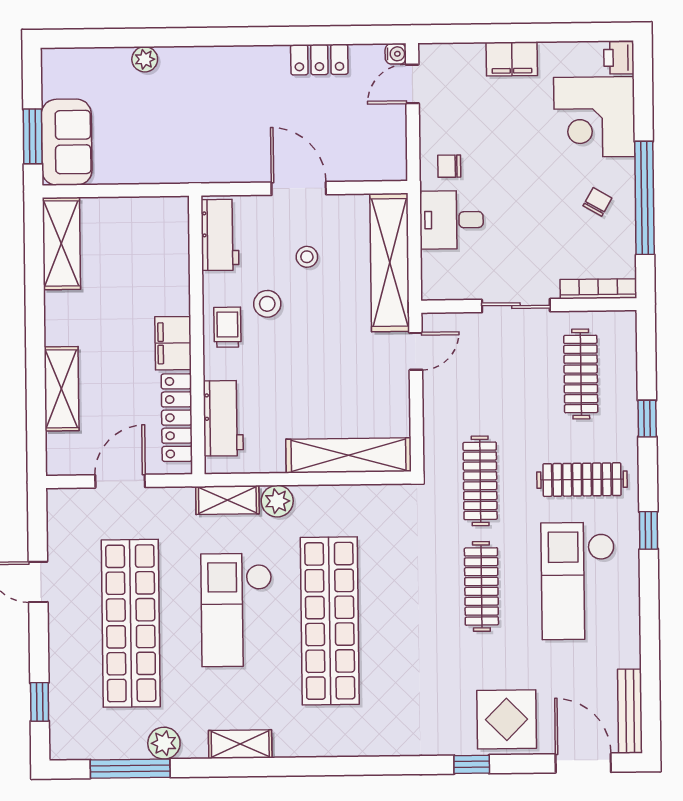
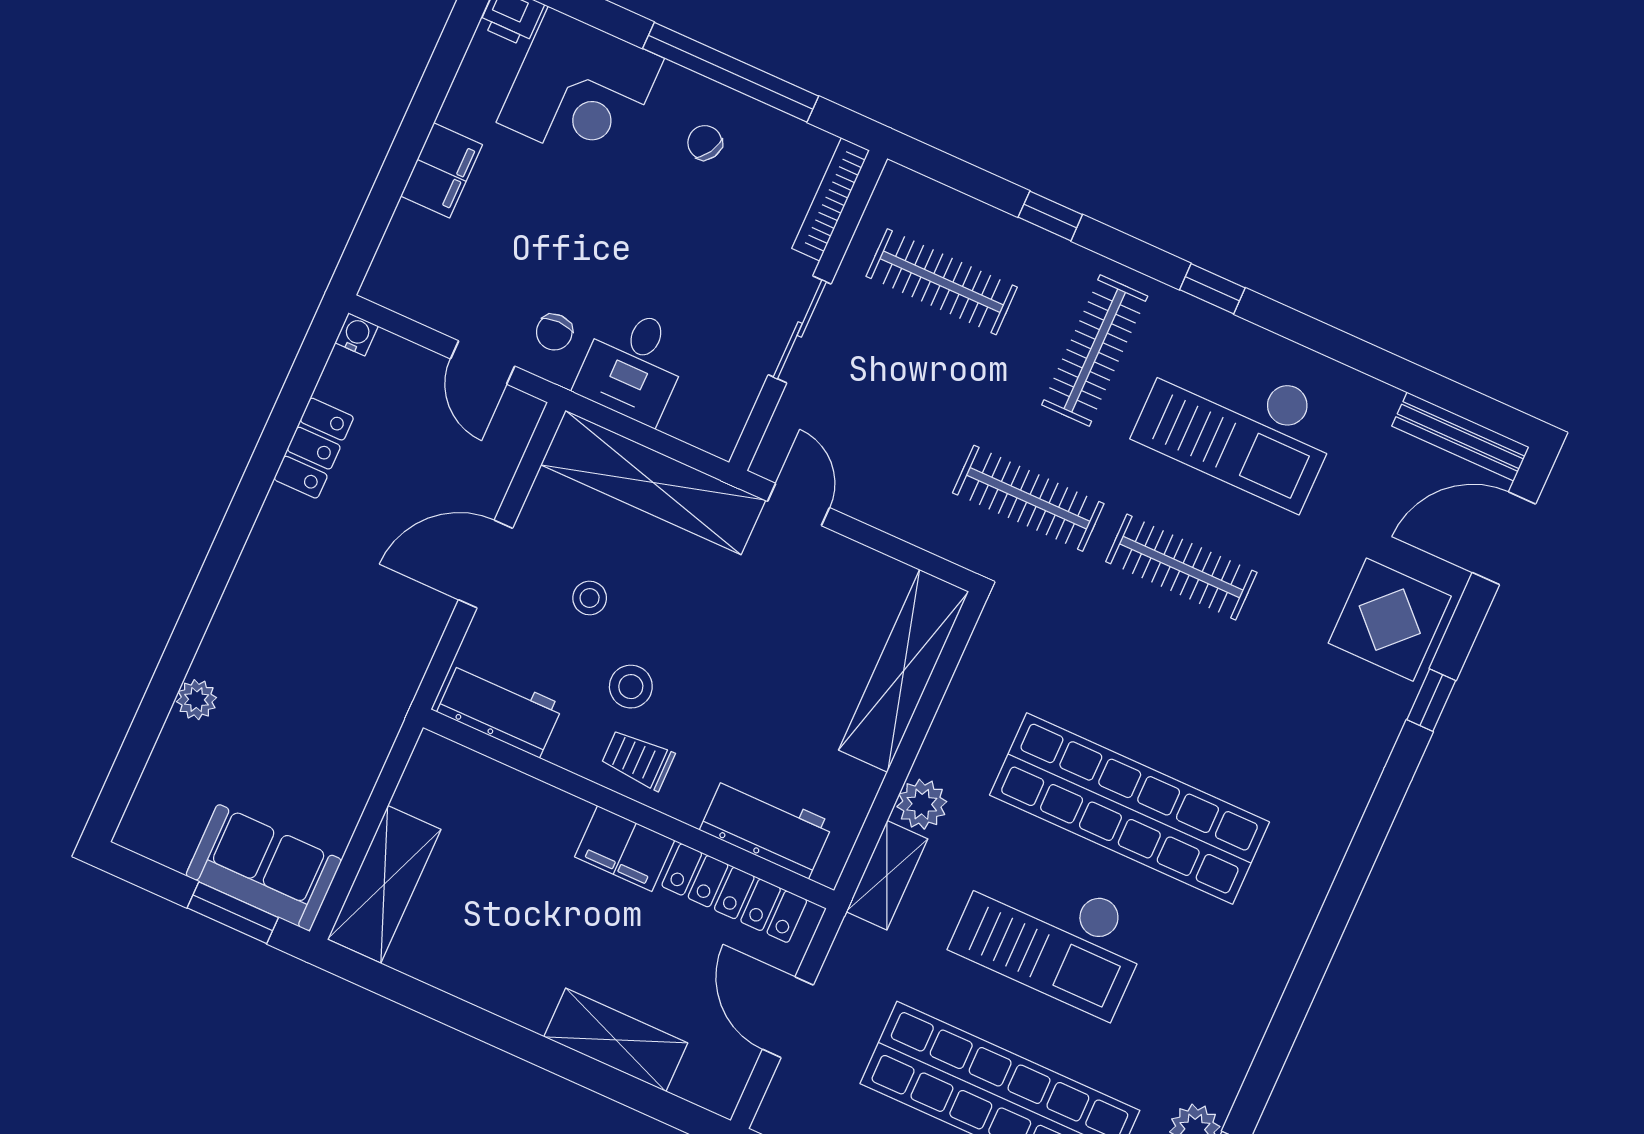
door: (412, 84) -> (483, 362), moved
shelving: (61, 243) -> (384, 884), moved, turned 90
shelving: (240, 744) -> (1247, 1020), removed

